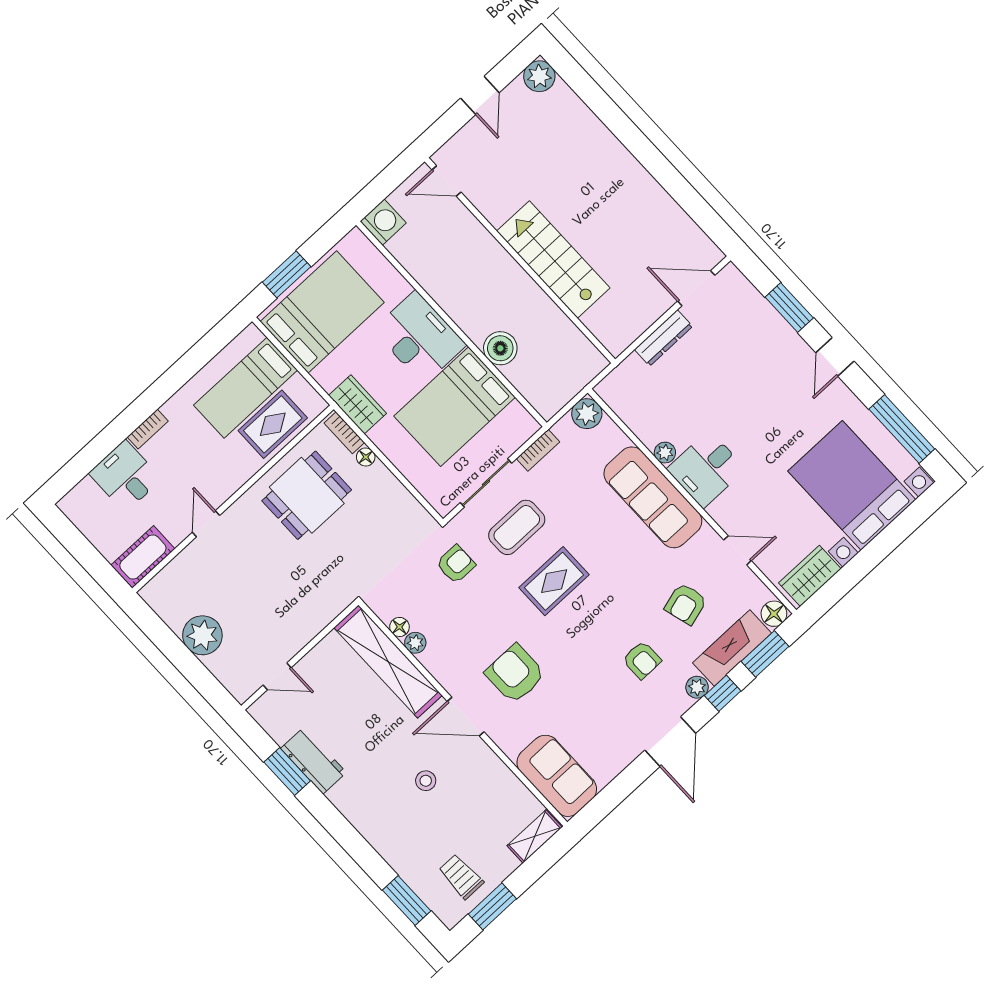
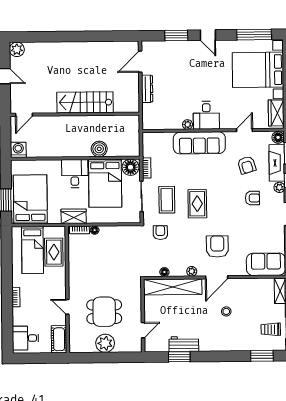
desk: (420, 337) -> (75, 174), width x0.73
plant: (587, 414) -> (149, 139), removed
floor lamp: (516, 424) -> (131, 167), added
desk: (125, 476) -> (25, 338), moved
dining table: (307, 495) -> (104, 312), moved, turned 90
plant: (415, 643) -> (192, 271), moved
armchair: (515, 674) -> (217, 247), turned 90

